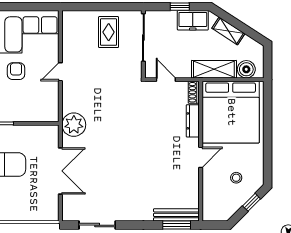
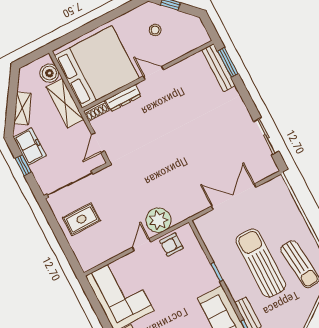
armchair: (16, 71) -> (171, 245), moved
door: (60, 72) -> (142, 245), swing flipped
plant: (74, 125) -> (158, 220), moved

